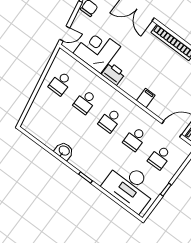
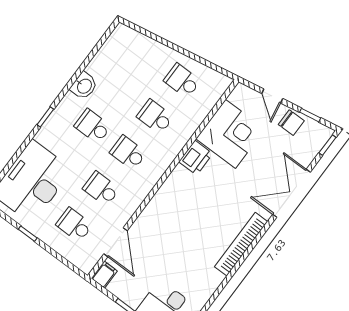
door: (65, 34) -> (272, 96), moved
filing cabinet: (146, 98) -> (161, 205), removed
school desk: (92, 145) -> (93, 126), added

